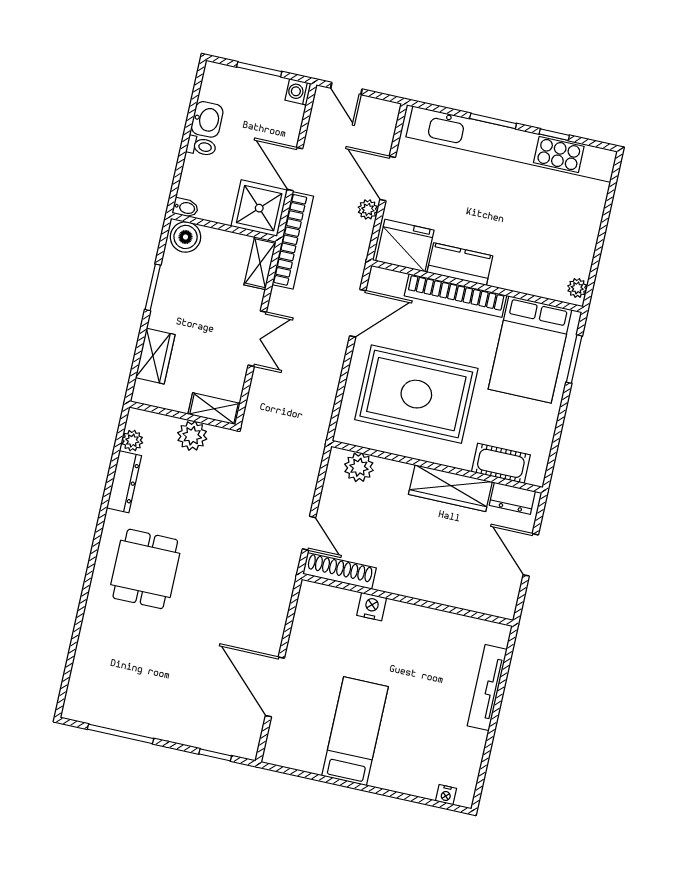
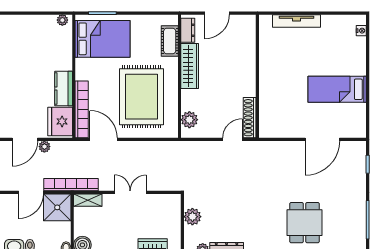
bookcase: (456, 296) -> (82, 109), moved
shelving: (214, 409) -> (175, 208), removed
dining table: (145, 569) -> (305, 223), moved, turned 90
nightstand: (372, 607) -> (266, 95), removed

